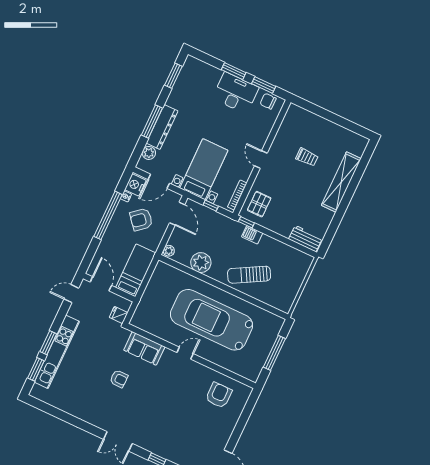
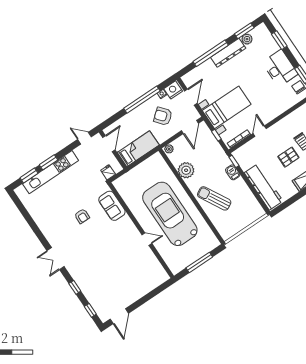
window: (234, 71) -> (279, 40), moved
window: (152, 122) -> (211, 53), width x1.46
dresser: (162, 127) -> (228, 53), moved
plant: (149, 153) -> (247, 39), moved
door: (261, 160) -> (260, 131), moved
door: (159, 181) -> (191, 97), swing flipped
pallet: (259, 204) -> (288, 157), moved
workbench: (306, 239) -> (264, 187), width x1.88, depth x1.32
door: (185, 353) -> (147, 239), moved
armchair: (219, 395) -> (144, 269), removed

